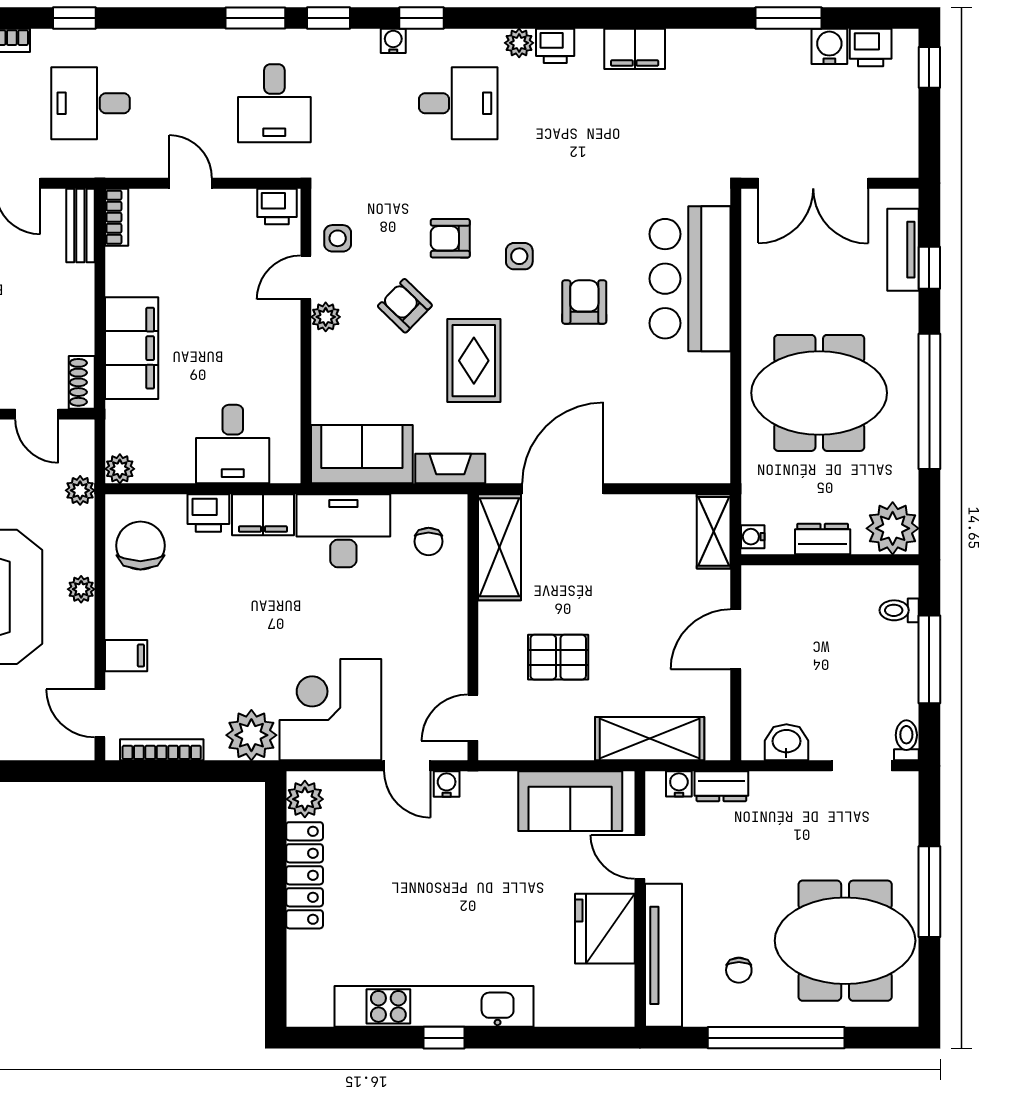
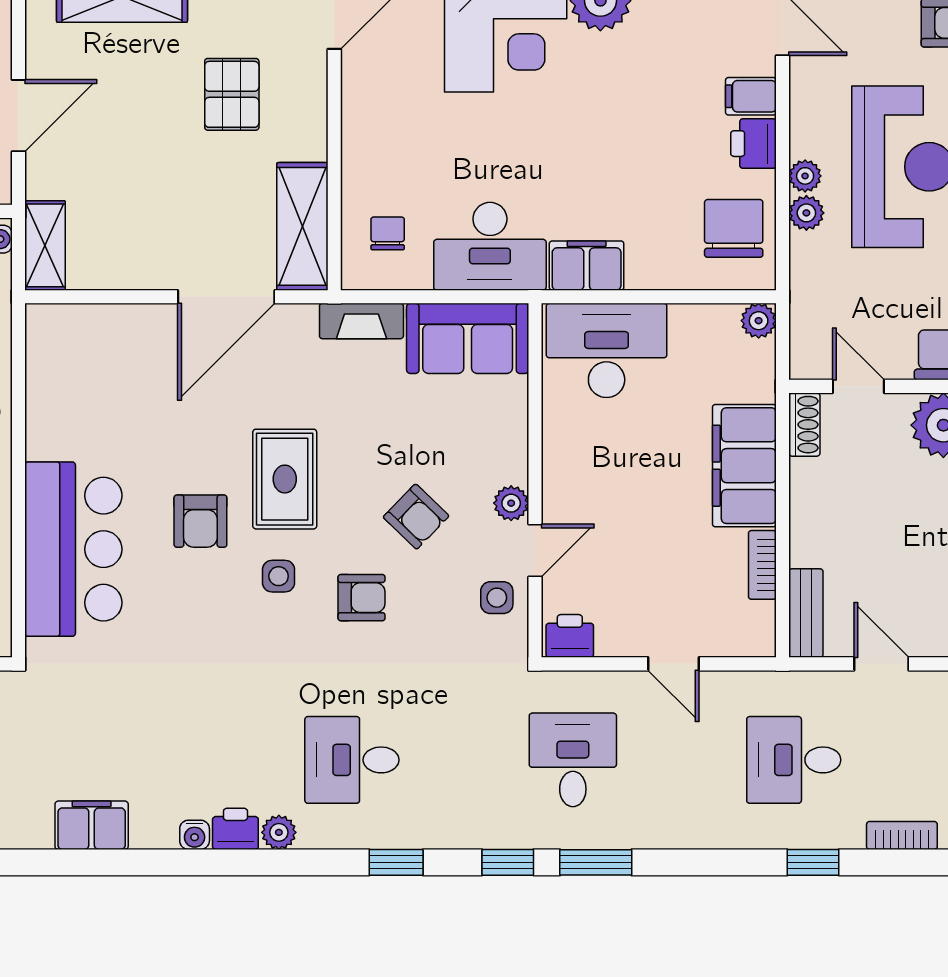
water cooler: (393, 41) -> (195, 835), moved
filing cabinet: (635, 49) -> (92, 825), moved
desk: (91, 103) -> (794, 760), turned 180
bookcase: (117, 217) -> (762, 565), moved
rug: (474, 361) -> (285, 479), moved
desk: (233, 444) -> (607, 350), width x1.37
plant: (80, 490) -> (806, 213), moved
printer: (208, 513) -> (753, 144), moved, turned -90
chair: (140, 546) -> (734, 228), turned 180
pallet: (558, 657) -> (232, 94), turned 90

